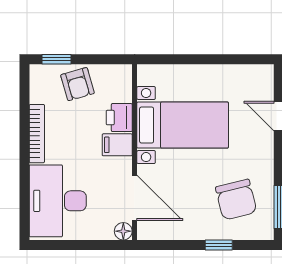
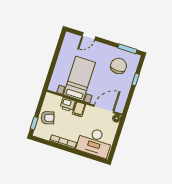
chair: (236, 200) -> (119, 66), turned -76

